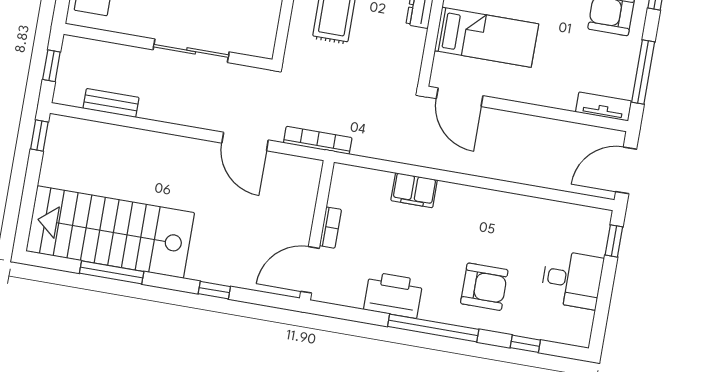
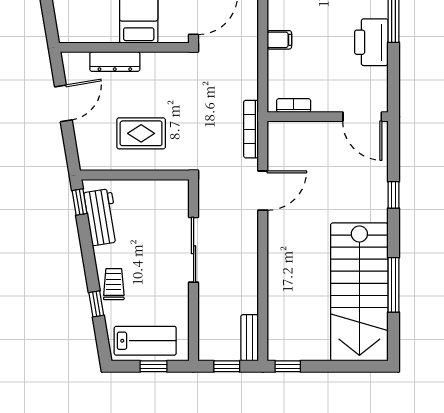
bench: (111, 103) -> (250, 338), moved
filing cabinet: (414, 190) -> (279, 40), width x0.50
bookcase: (330, 228) -> (294, 105), moved

